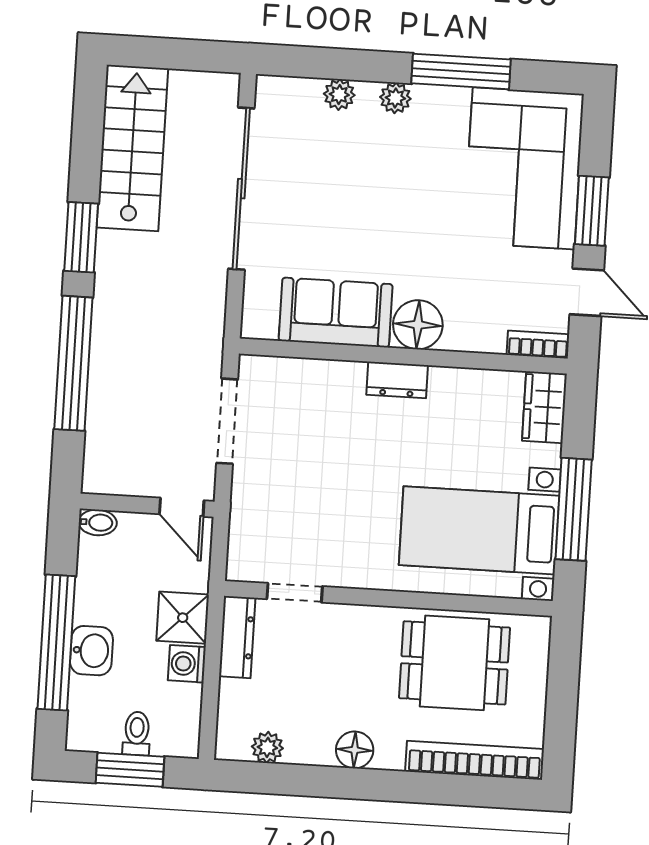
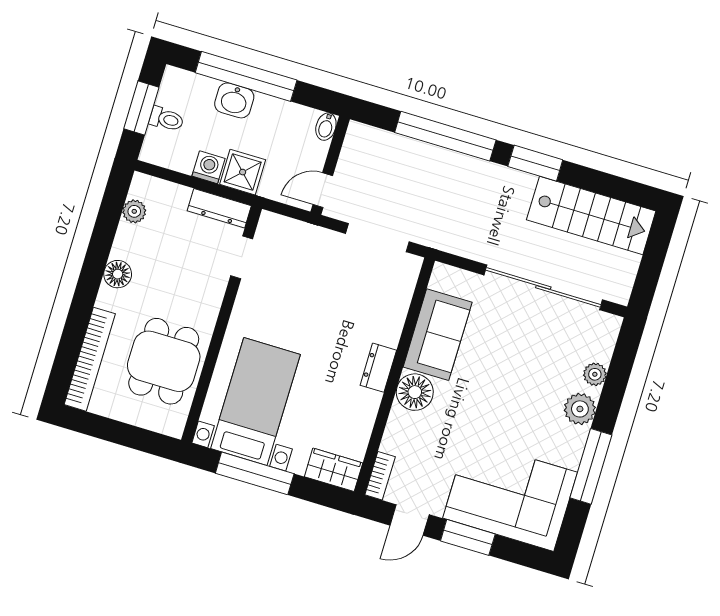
plant: (395, 98) -> (580, 409), width x1.38, depth x1.38

